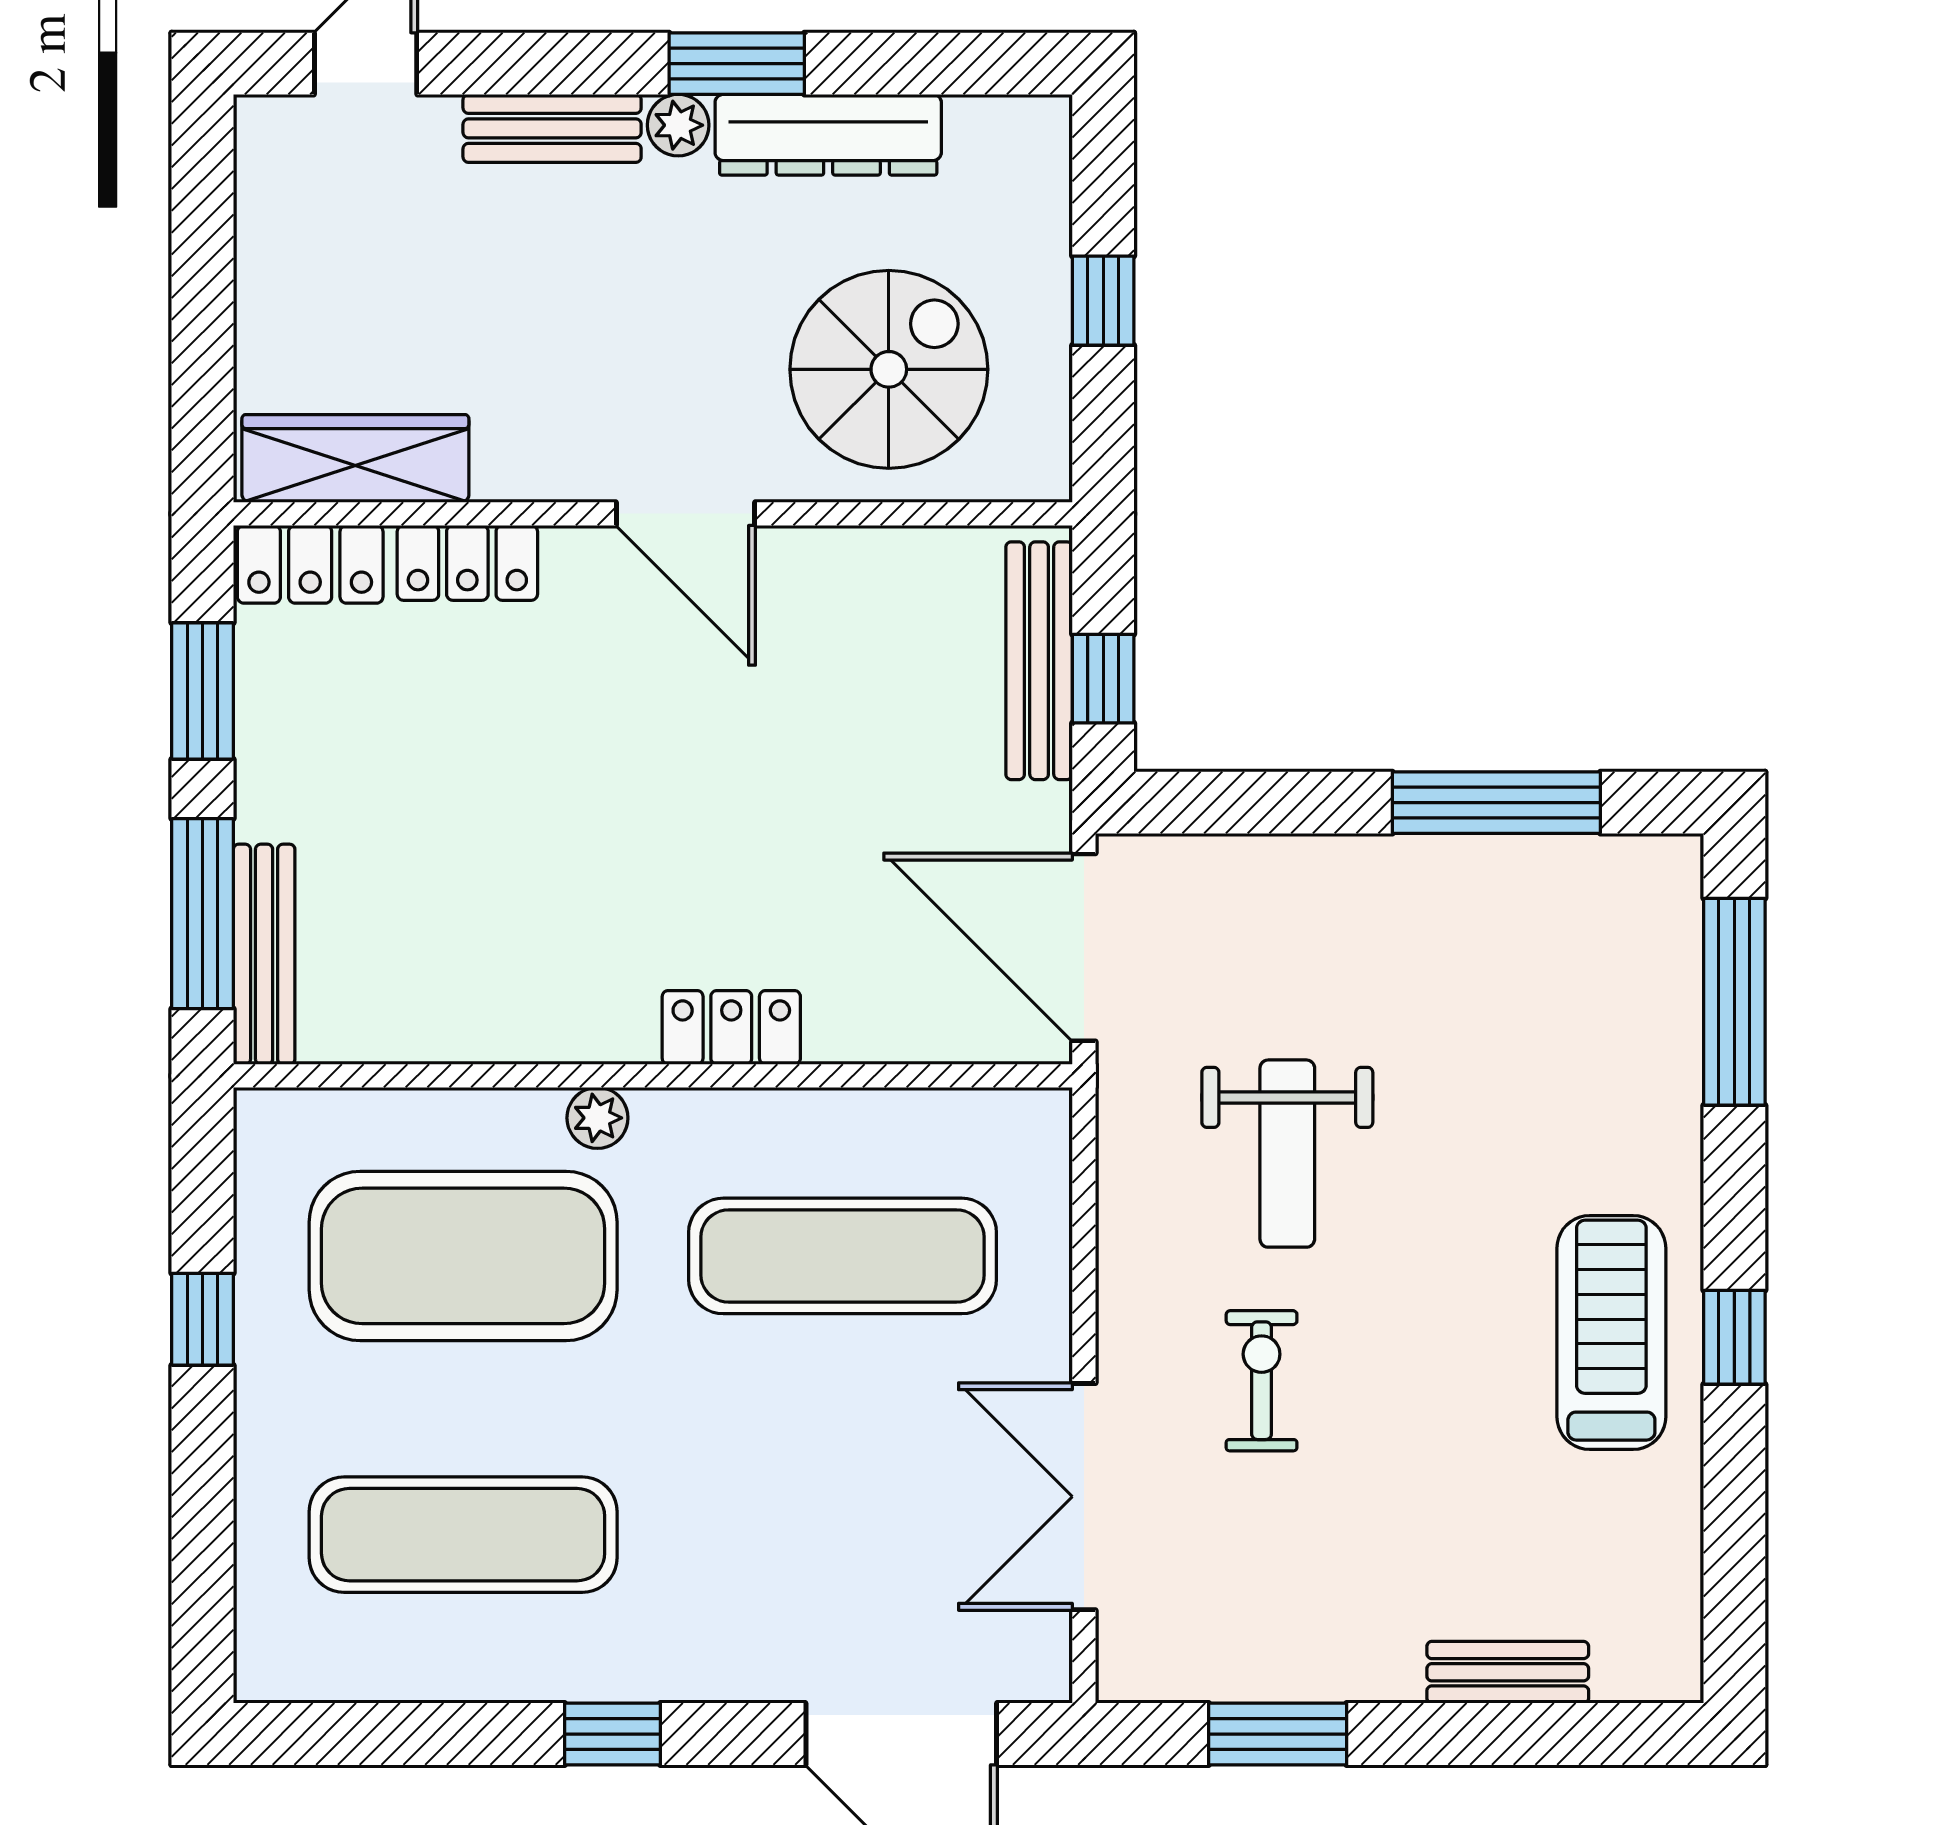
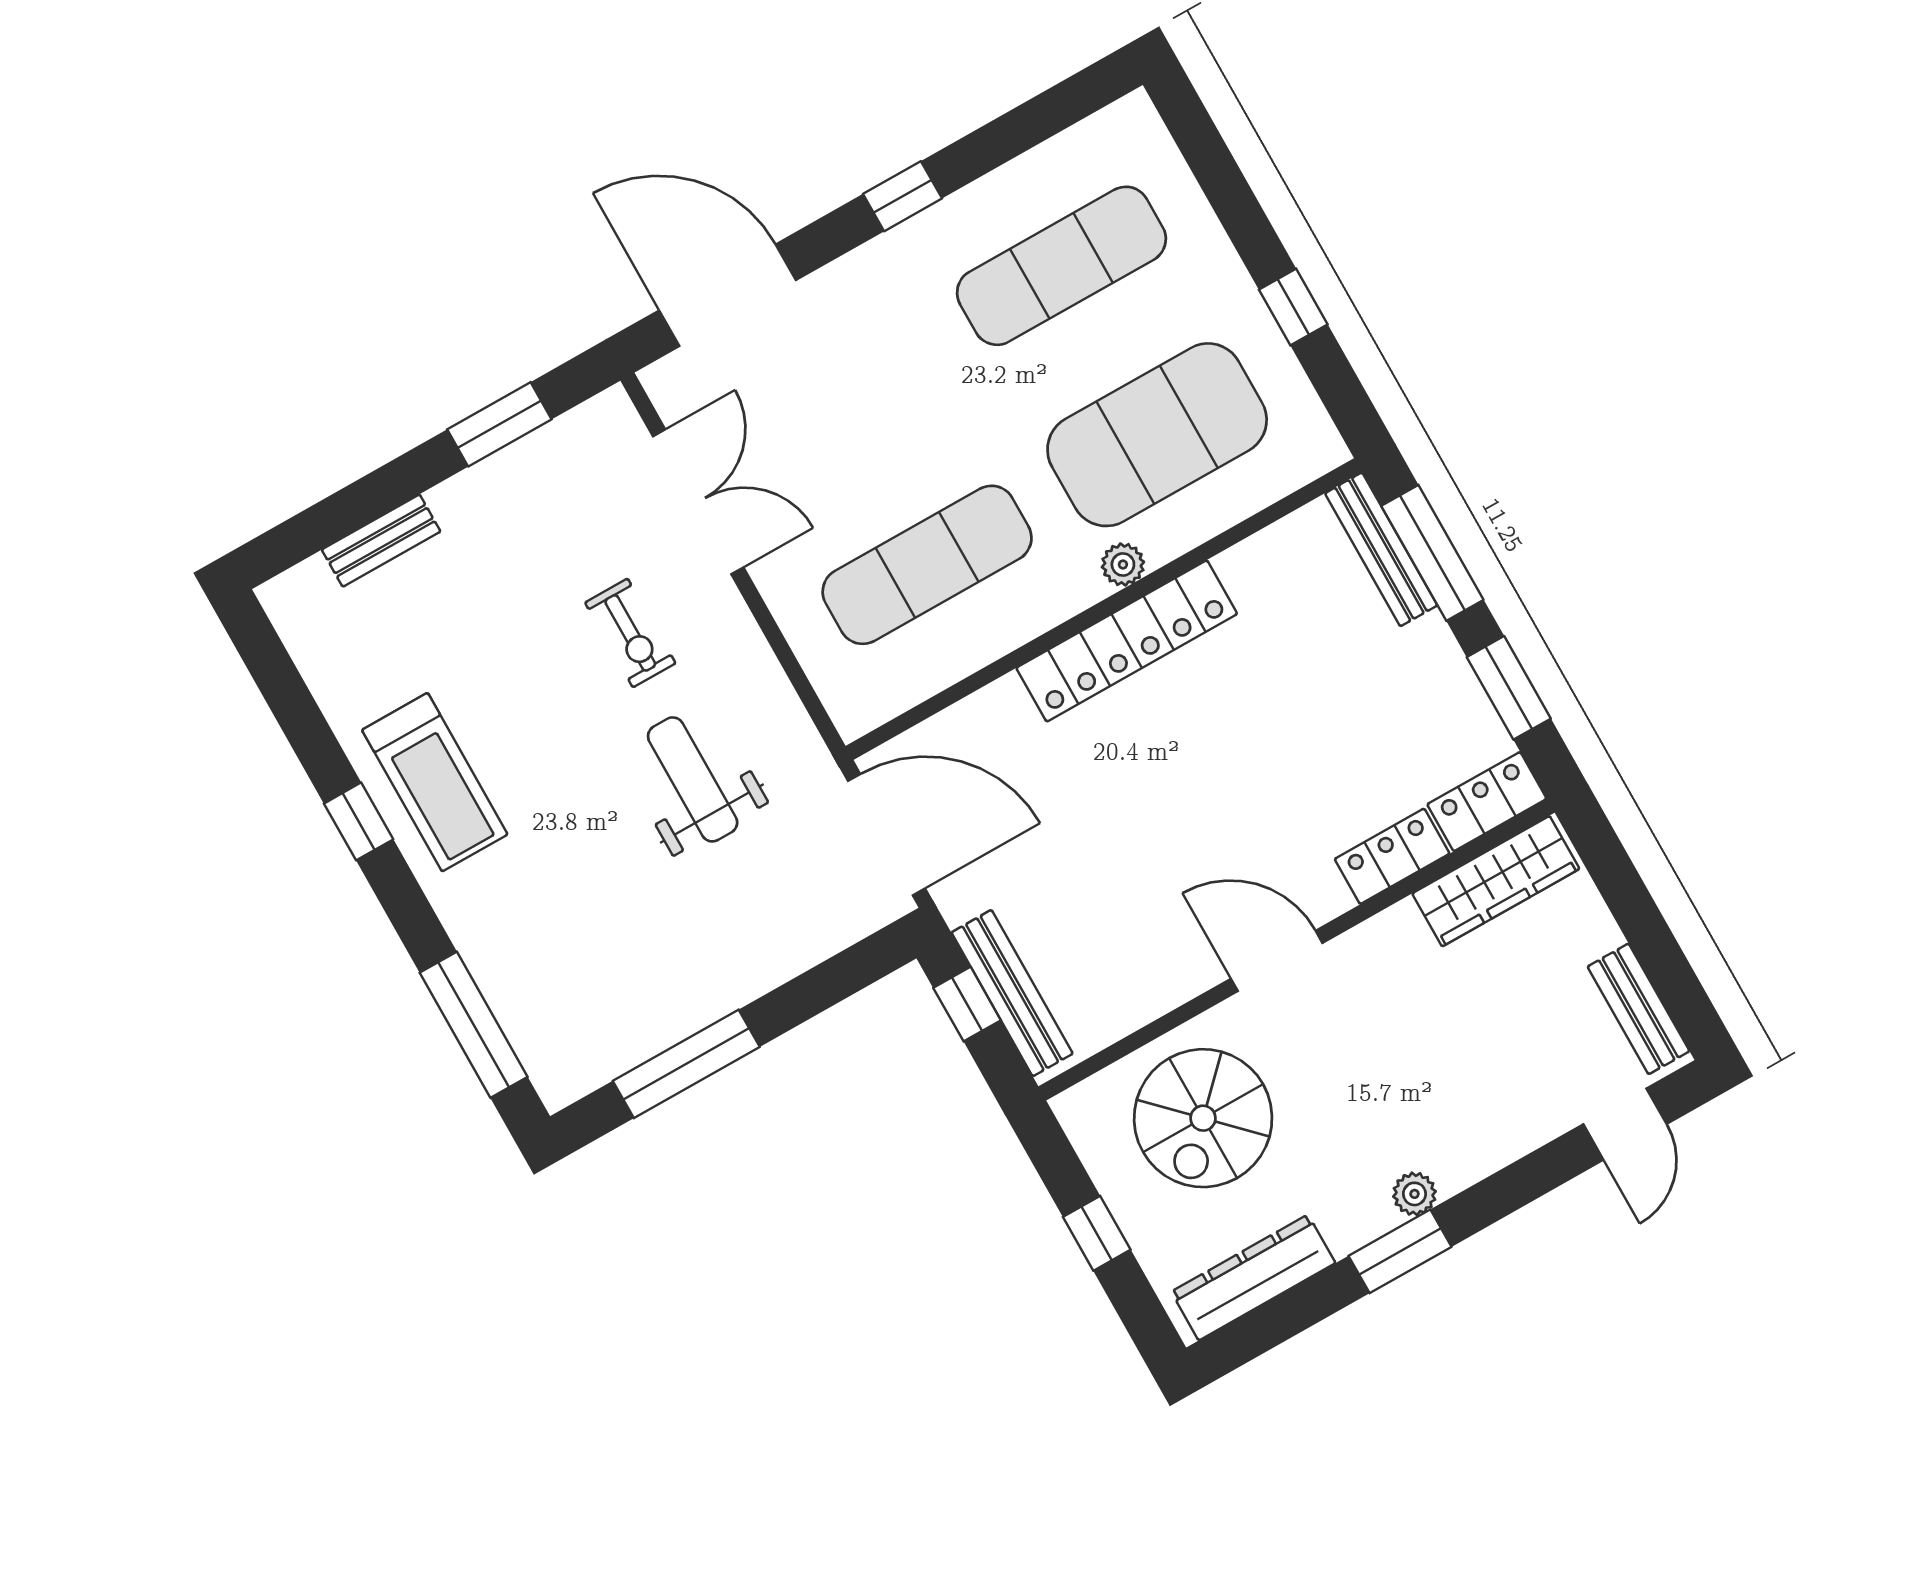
bench: (552, 128) -> (1639, 1009), moved, turned 90
dresser: (828, 135) -> (1253, 1277), moved
locker: (731, 1027) -> (1127, 641), width x2.16, depth x1.21

